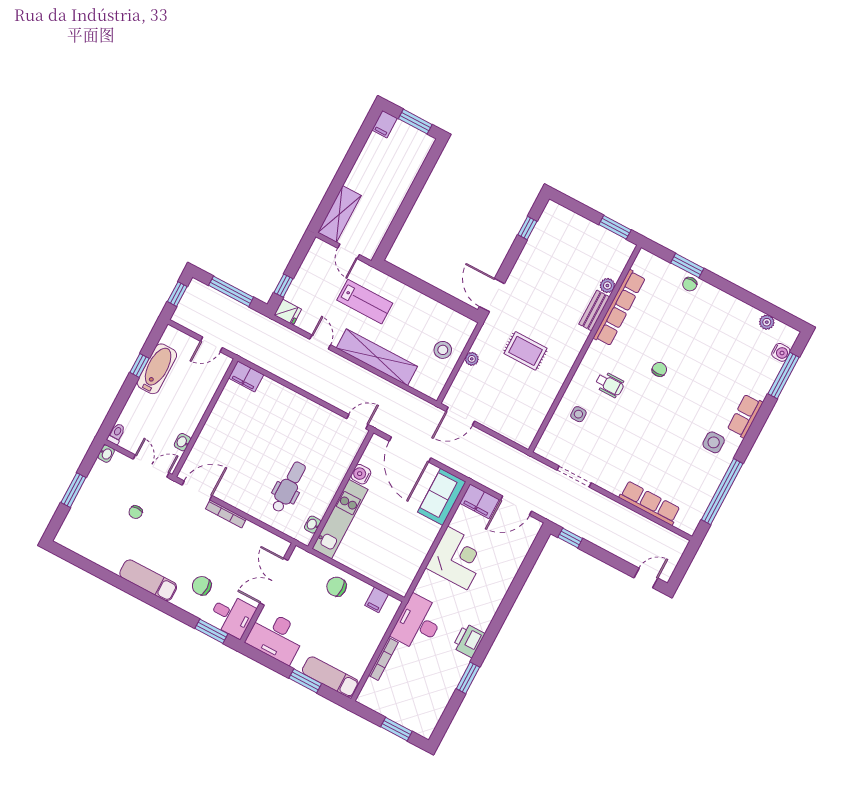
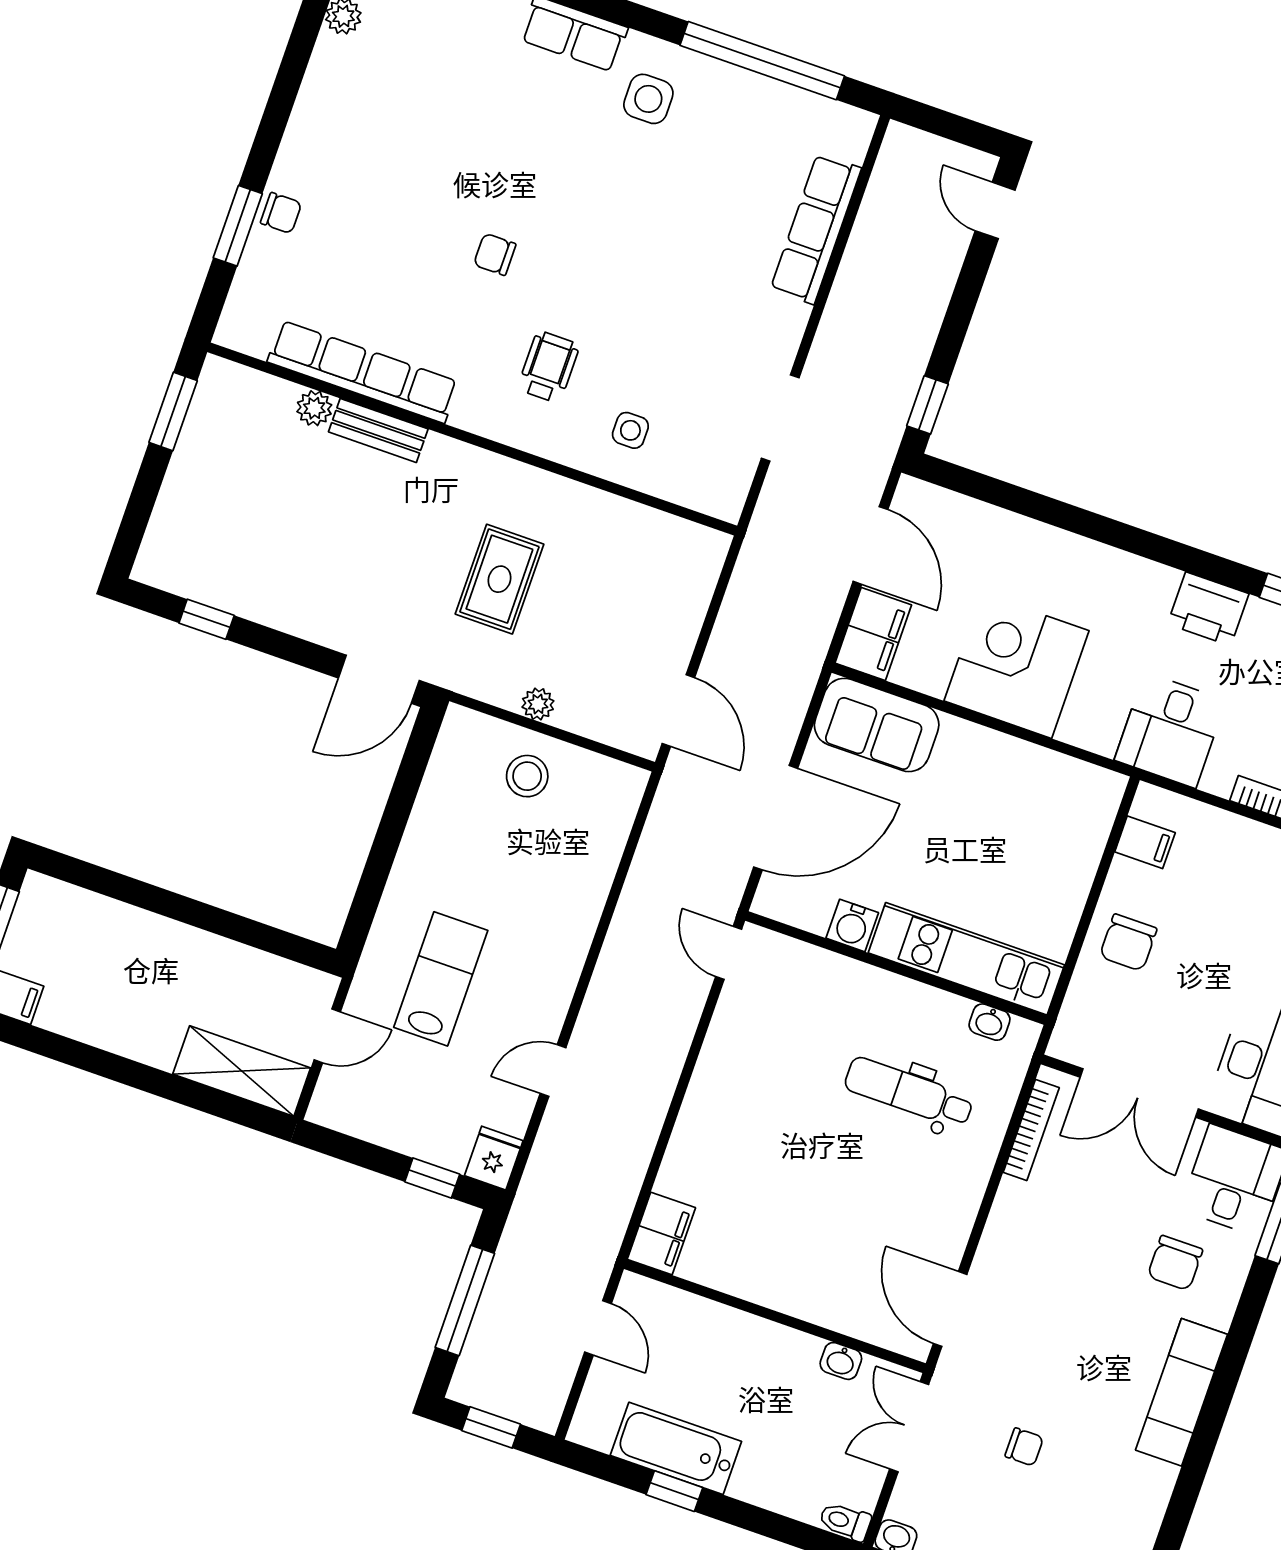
shelving: (377, 357) -> (569, 930), removed
bookcase: (226, 514) -> (1031, 1130), moved
desk: (418, 623) -> (1170, 730), width x0.73

